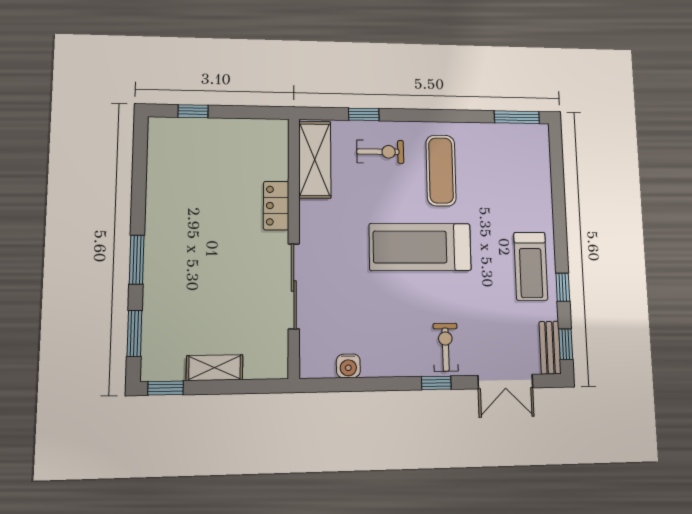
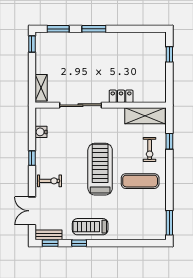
shelving: (215, 368) -> (41, 88), moved
window: (436, 383) -> (32, 158), moved

